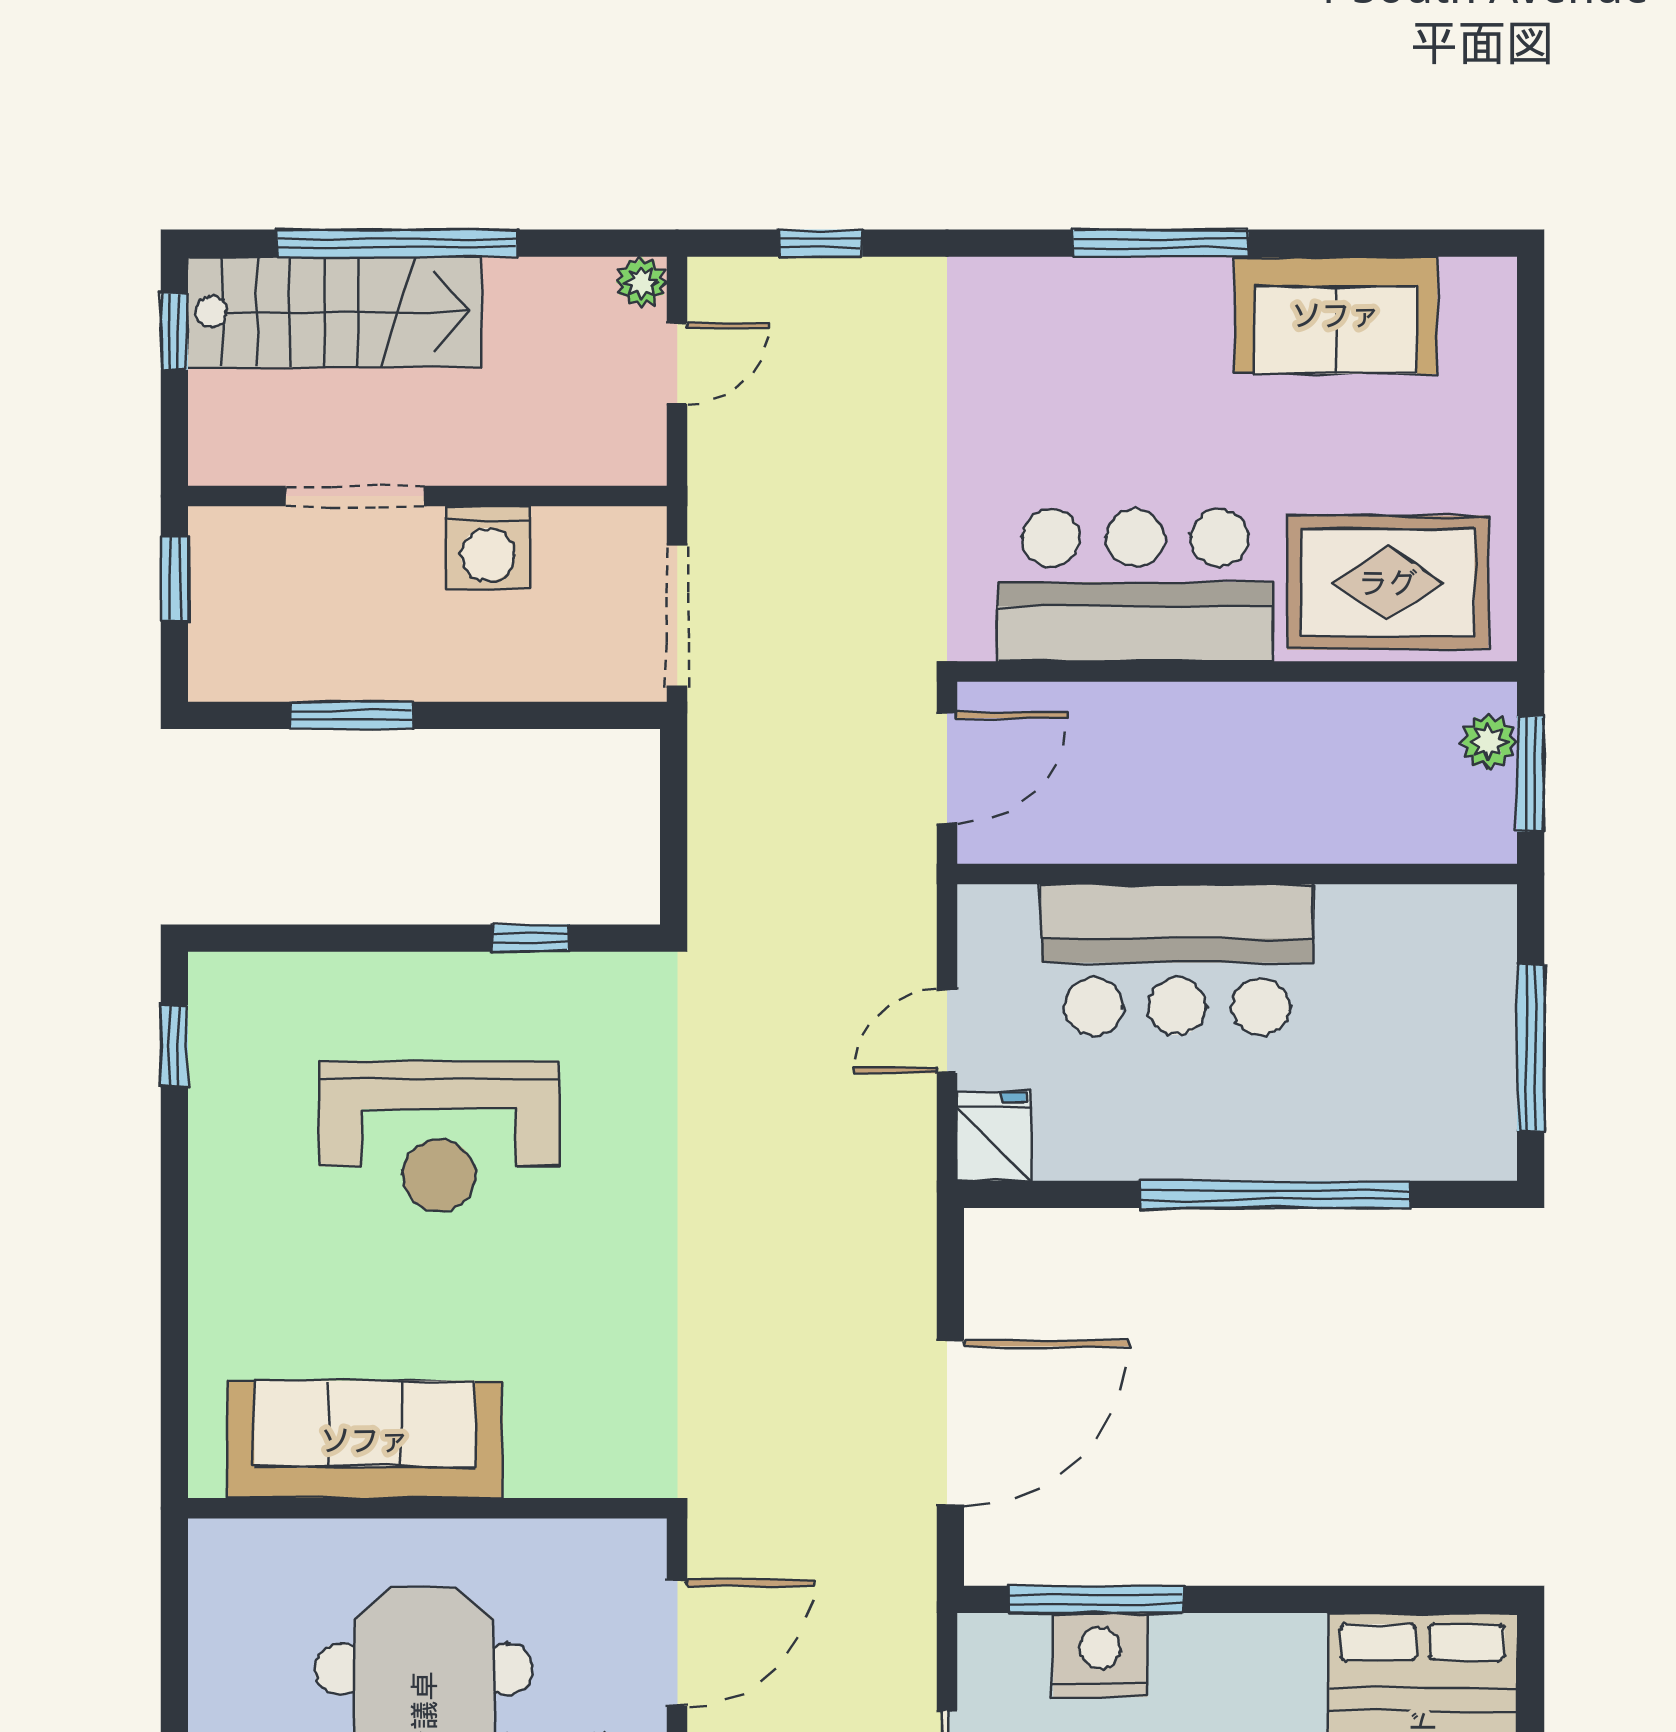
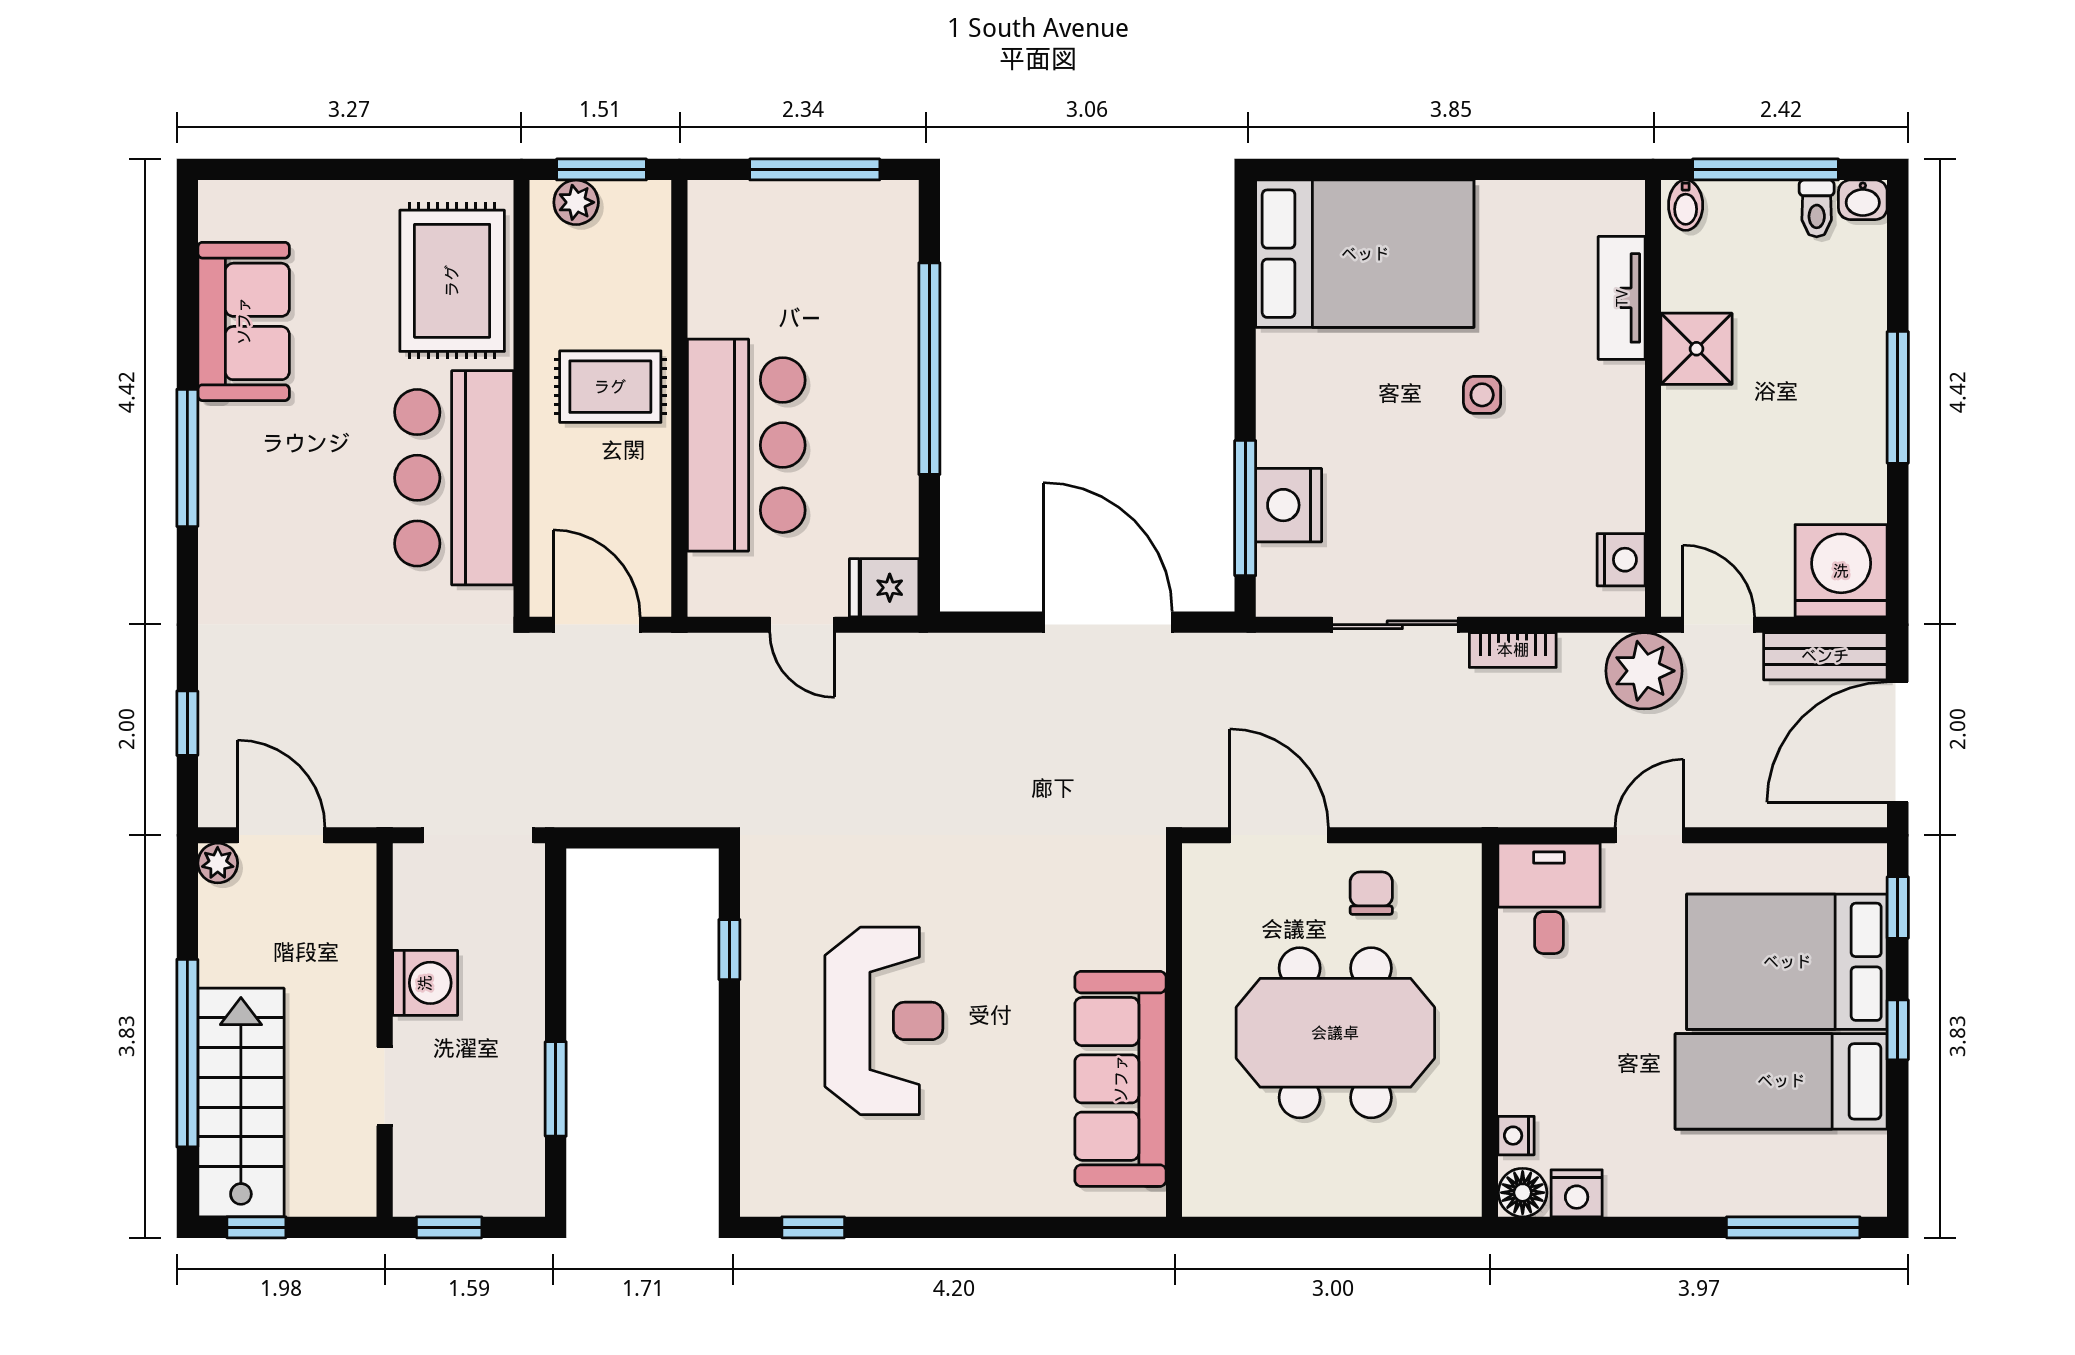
door: (677, 364) -> (281, 835), width x1.38
doorway: (355, 496) -> (385, 1086), width x0.73
rug: (1252, 785) -> (610, 387), added

